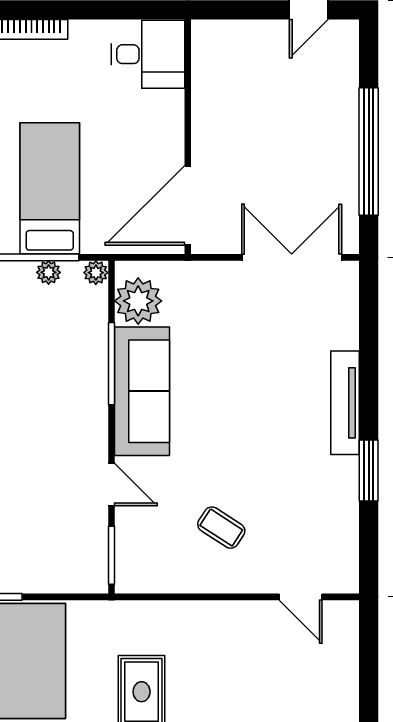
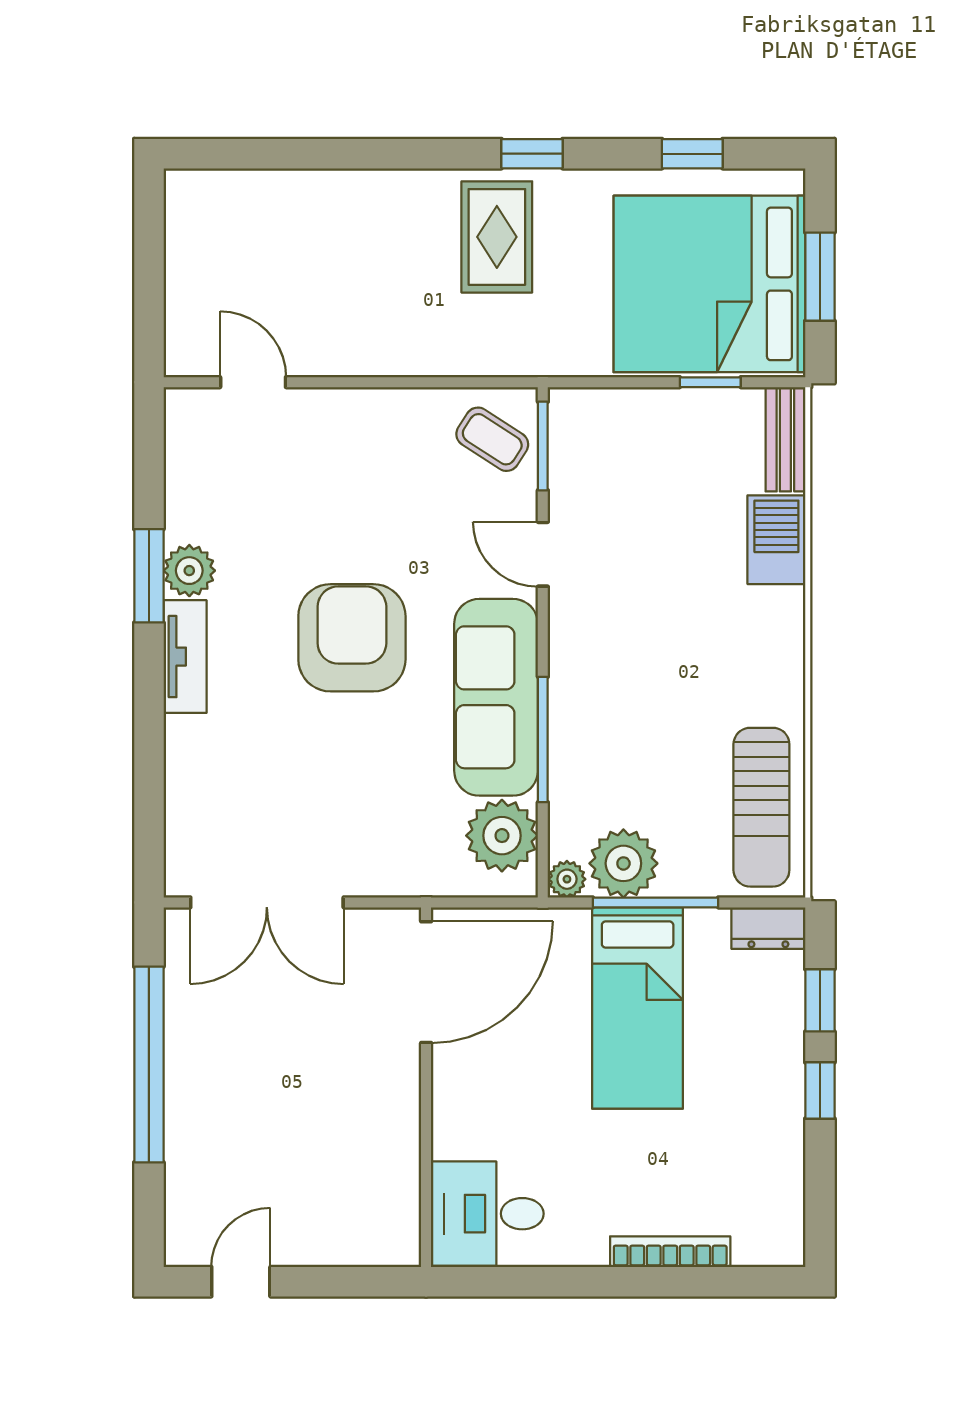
plant: (49, 272) -> (623, 863), width x1.87, depth x1.87
tv unit: (345, 403) -> (185, 657), width x0.71
armchair: (236, 430) -> (352, 638), added
plant: (342, 474) -> (189, 571), added
coffee table: (221, 528) -> (492, 439), moved

